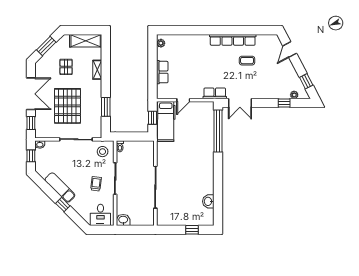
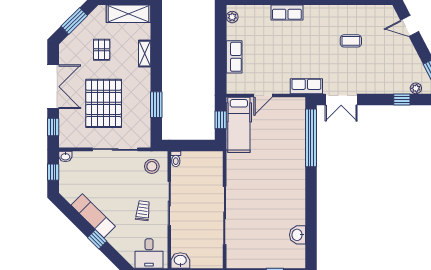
row of seats: (233, 40) -> (287, 12), moved, width x0.50
door: (290, 50) -> (410, 26), hinge flipped

